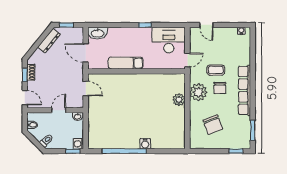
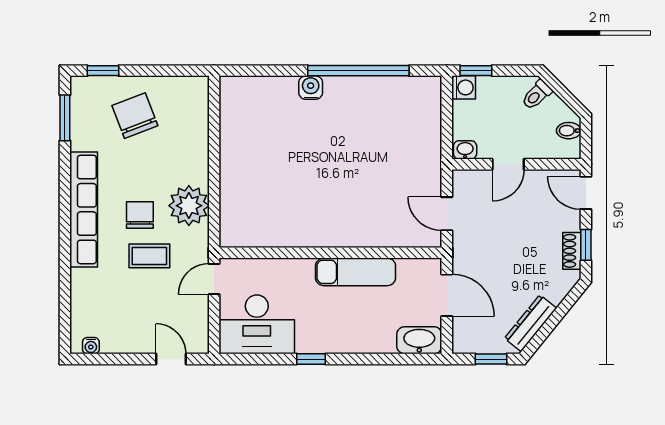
plant: (179, 100) -> (233, 188), removed
chair: (213, 125) -> (135, 116), moved

